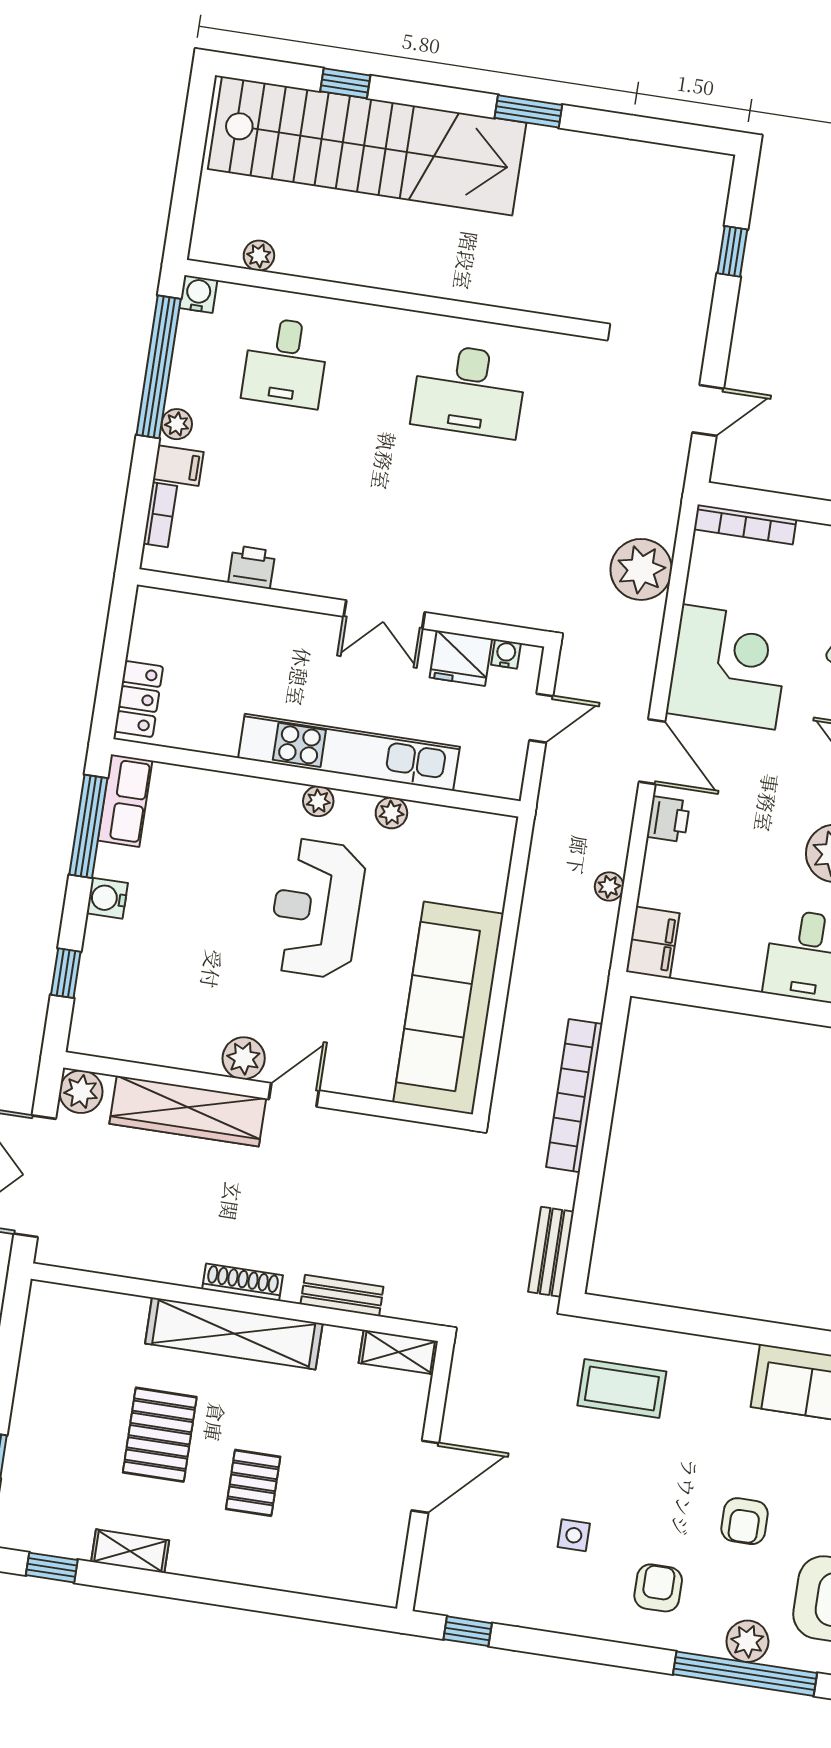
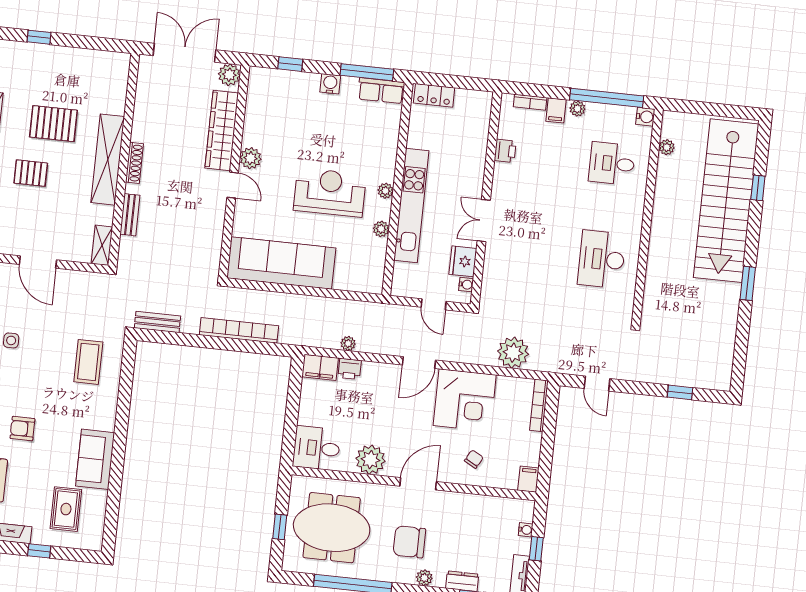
printer: (668, 819) -> (350, 369), moved

